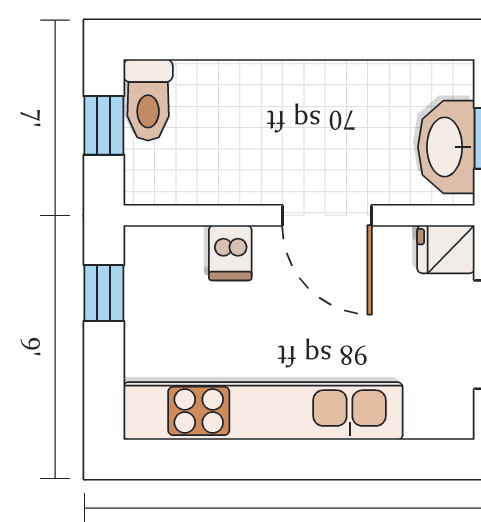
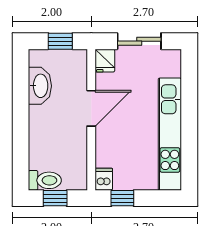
washbasin: (446, 147) -> (40, 86), moved, turned -90
dishwasher: (230, 253) -> (104, 179), moved, turned -90

